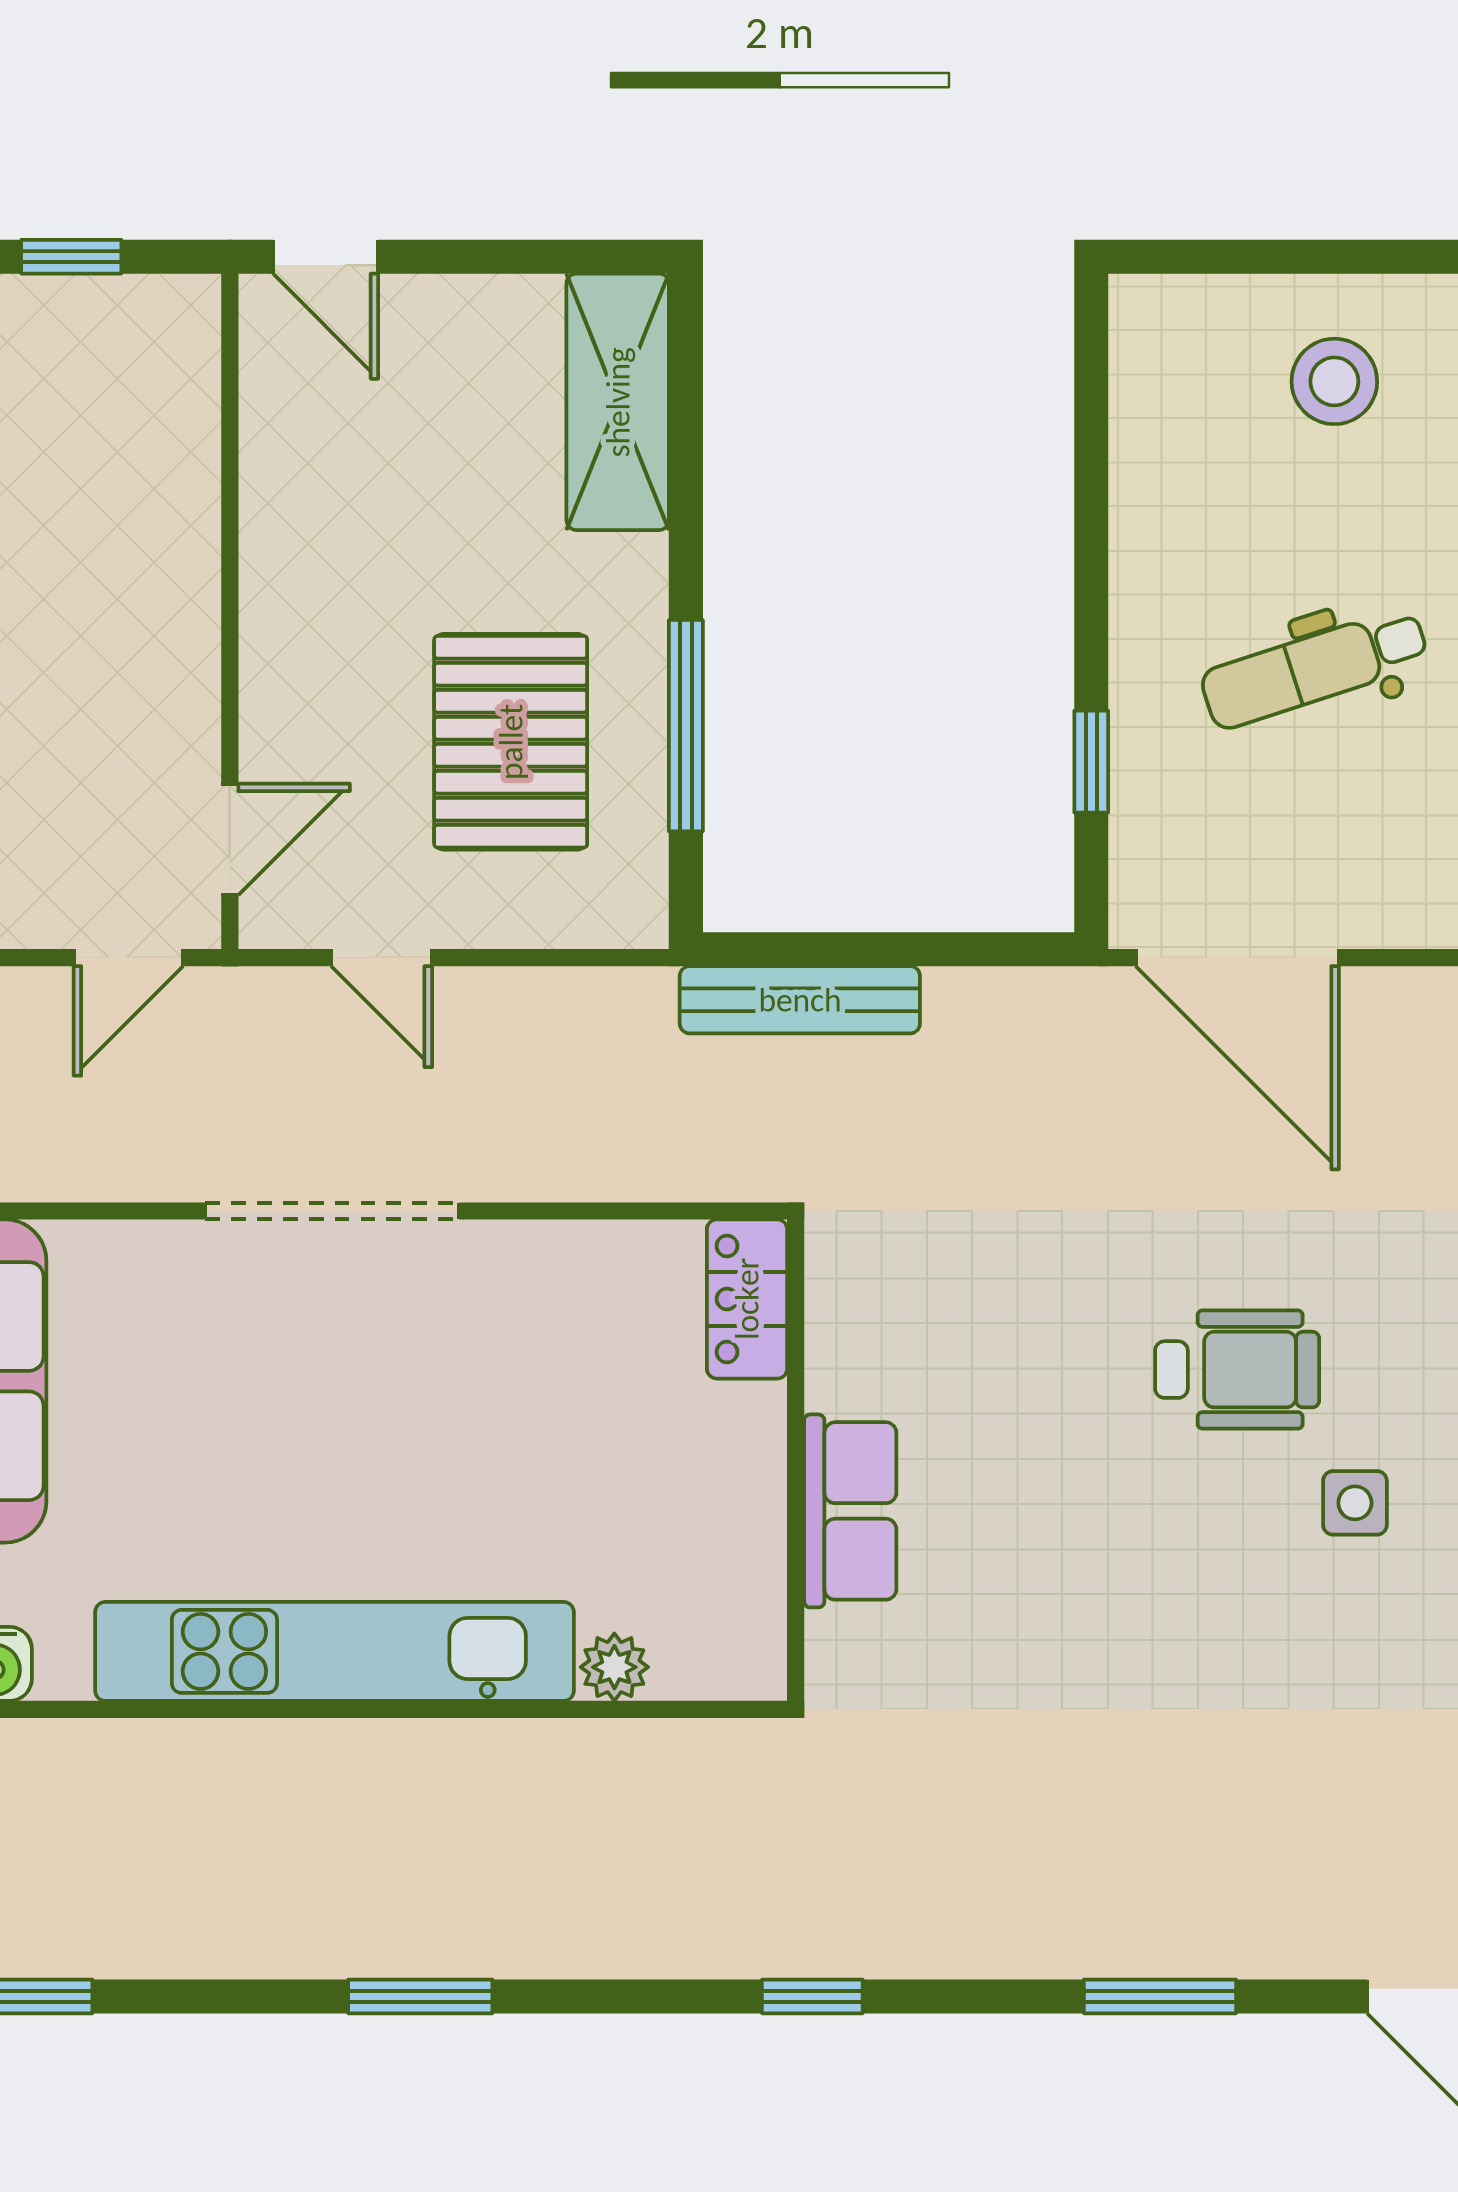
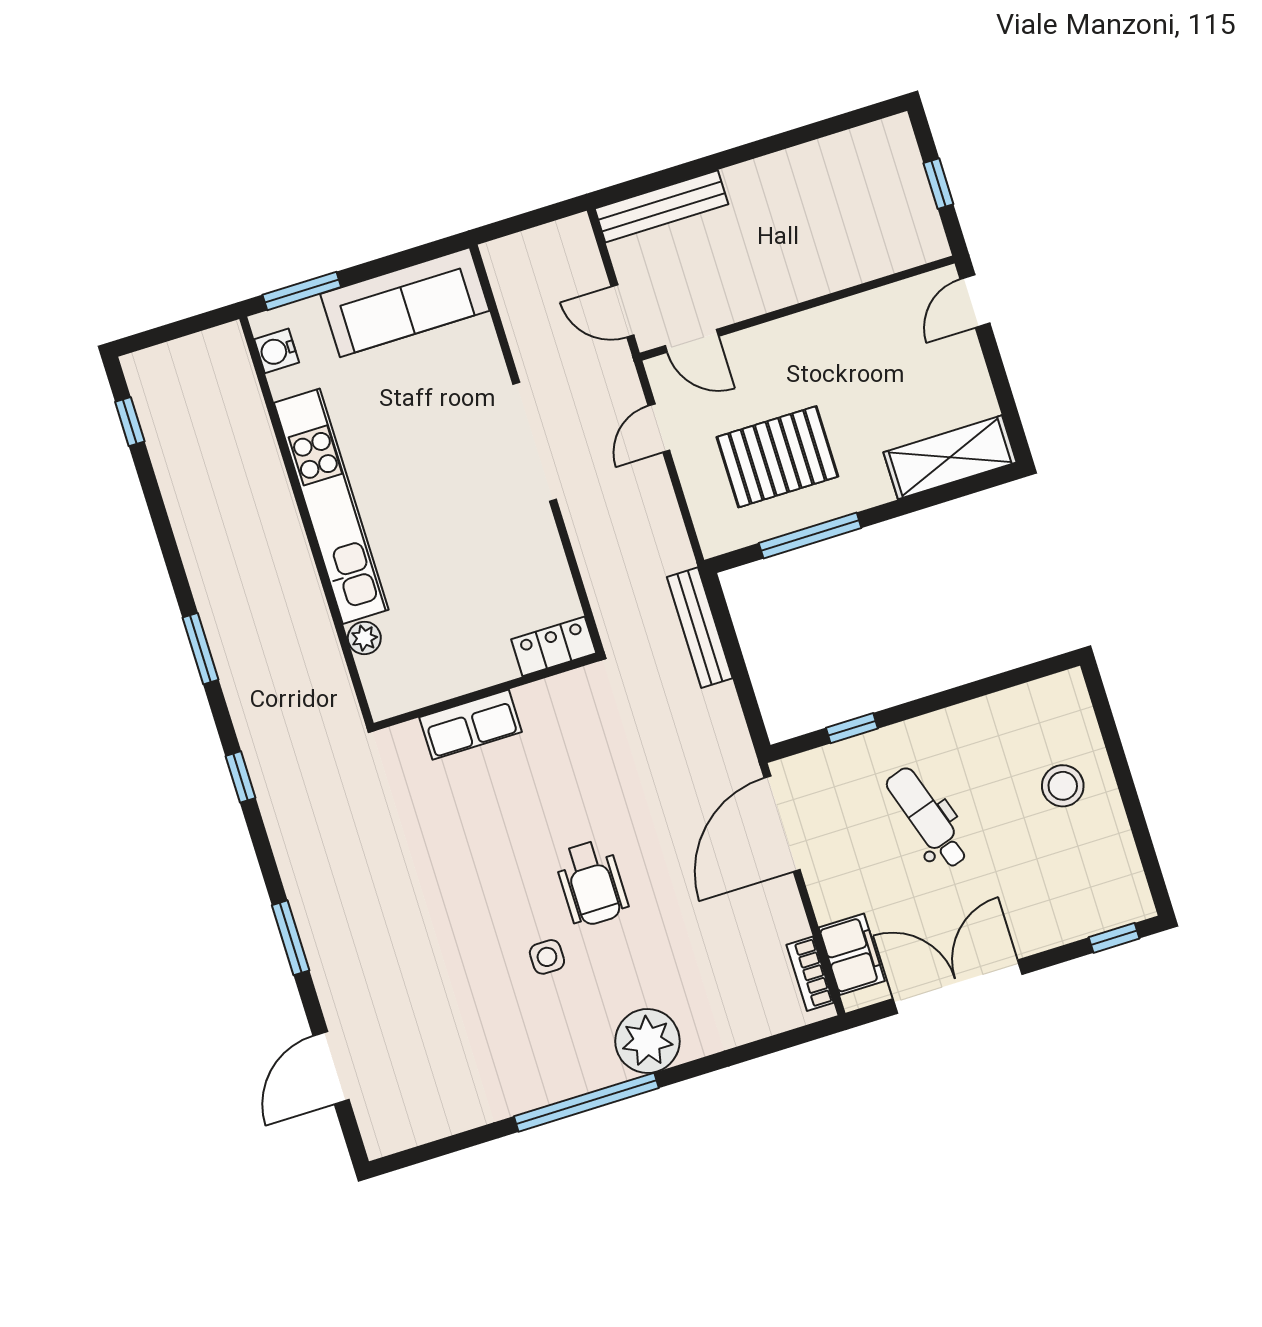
window: (420, 1996) -> (201, 649), moved

